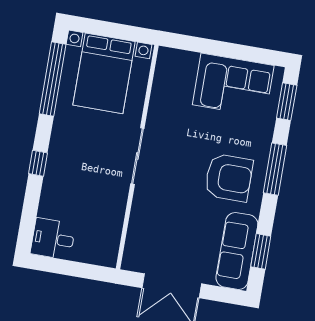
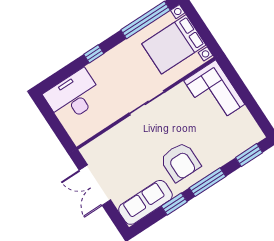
corner sofa: (233, 85) -> (214, 92), moved
desk: (53, 239) -> (73, 96), width x1.87, depth x1.30
window: (261, 251) -> (174, 204), moved

